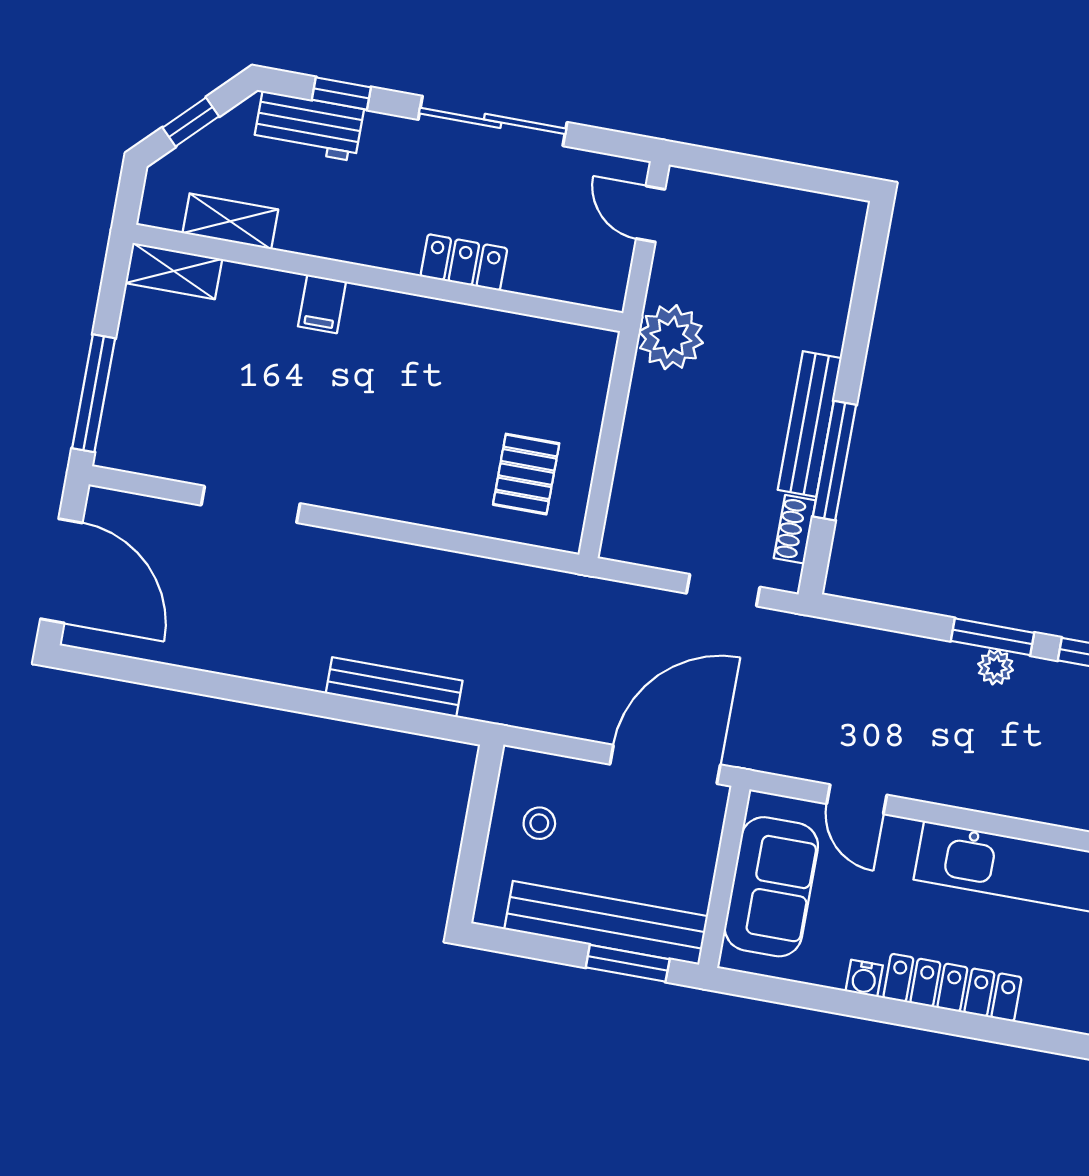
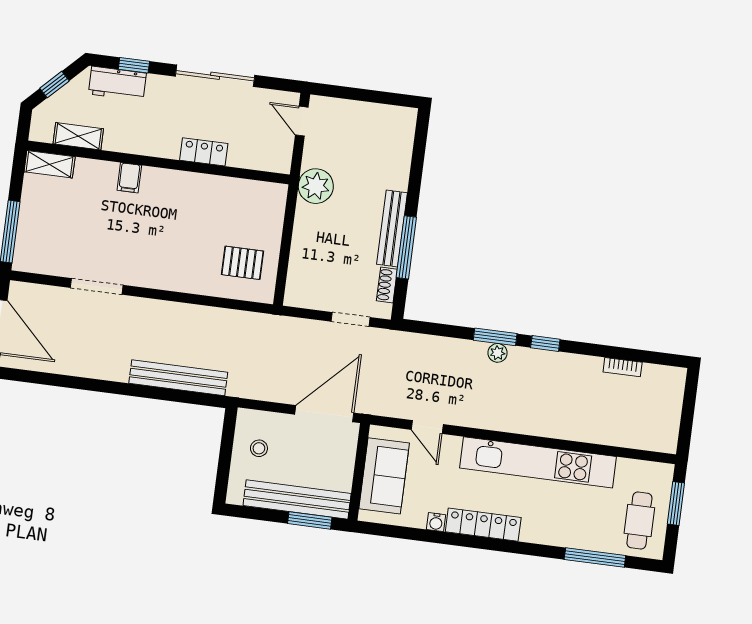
pallet: (526, 474) -> (243, 263), turned 90
bench: (394, 687) -> (178, 378), width x1.37, depth x1.21

